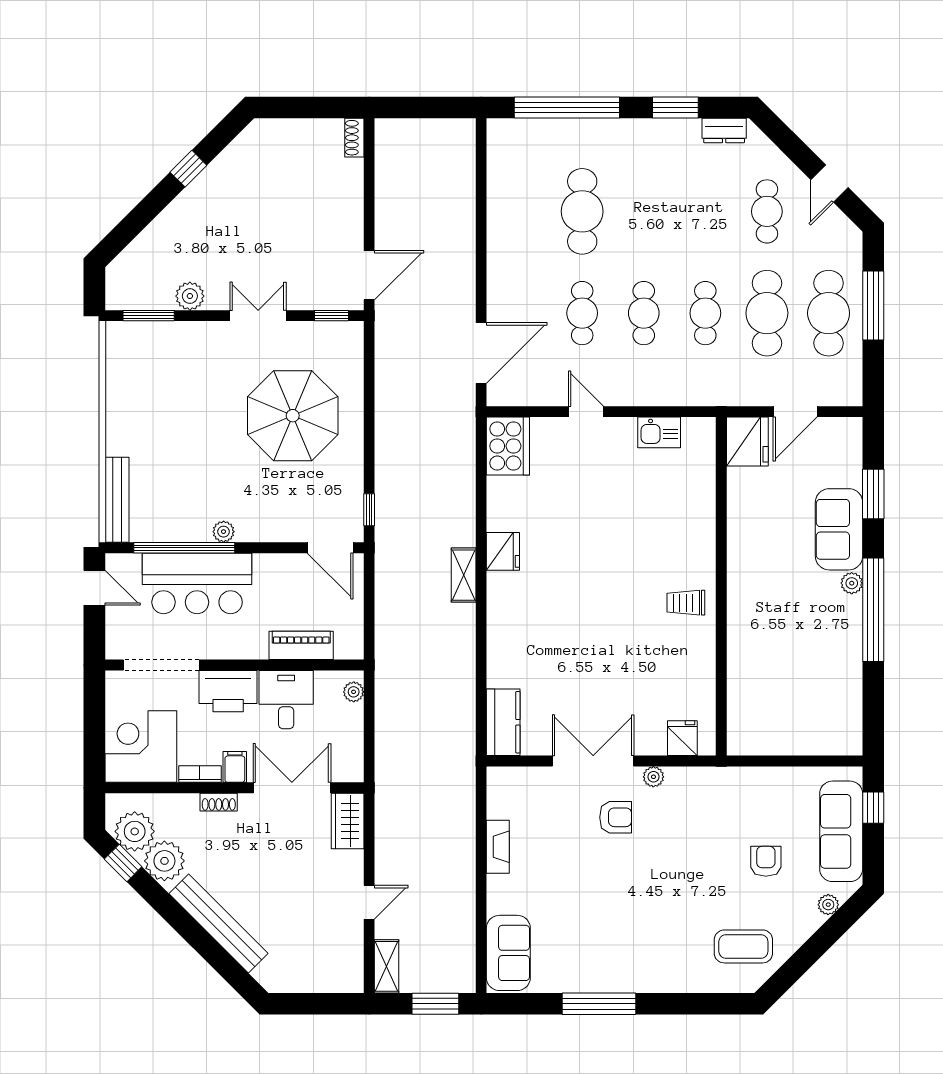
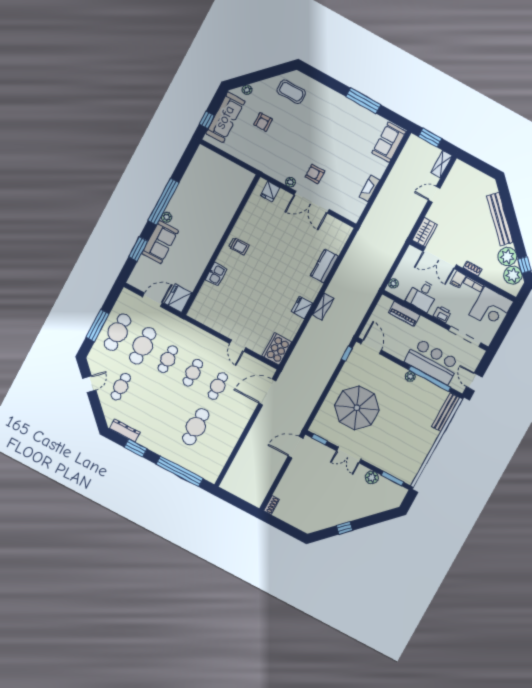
dresser: (724, 131) -> (125, 430), width x1.44
kitchen sink: (659, 432) -> (216, 274), moved, turned 90
printer: (228, 691) -> (442, 314), width x0.53, depth x0.68
kitchen counter: (503, 722) -> (324, 266), moved

